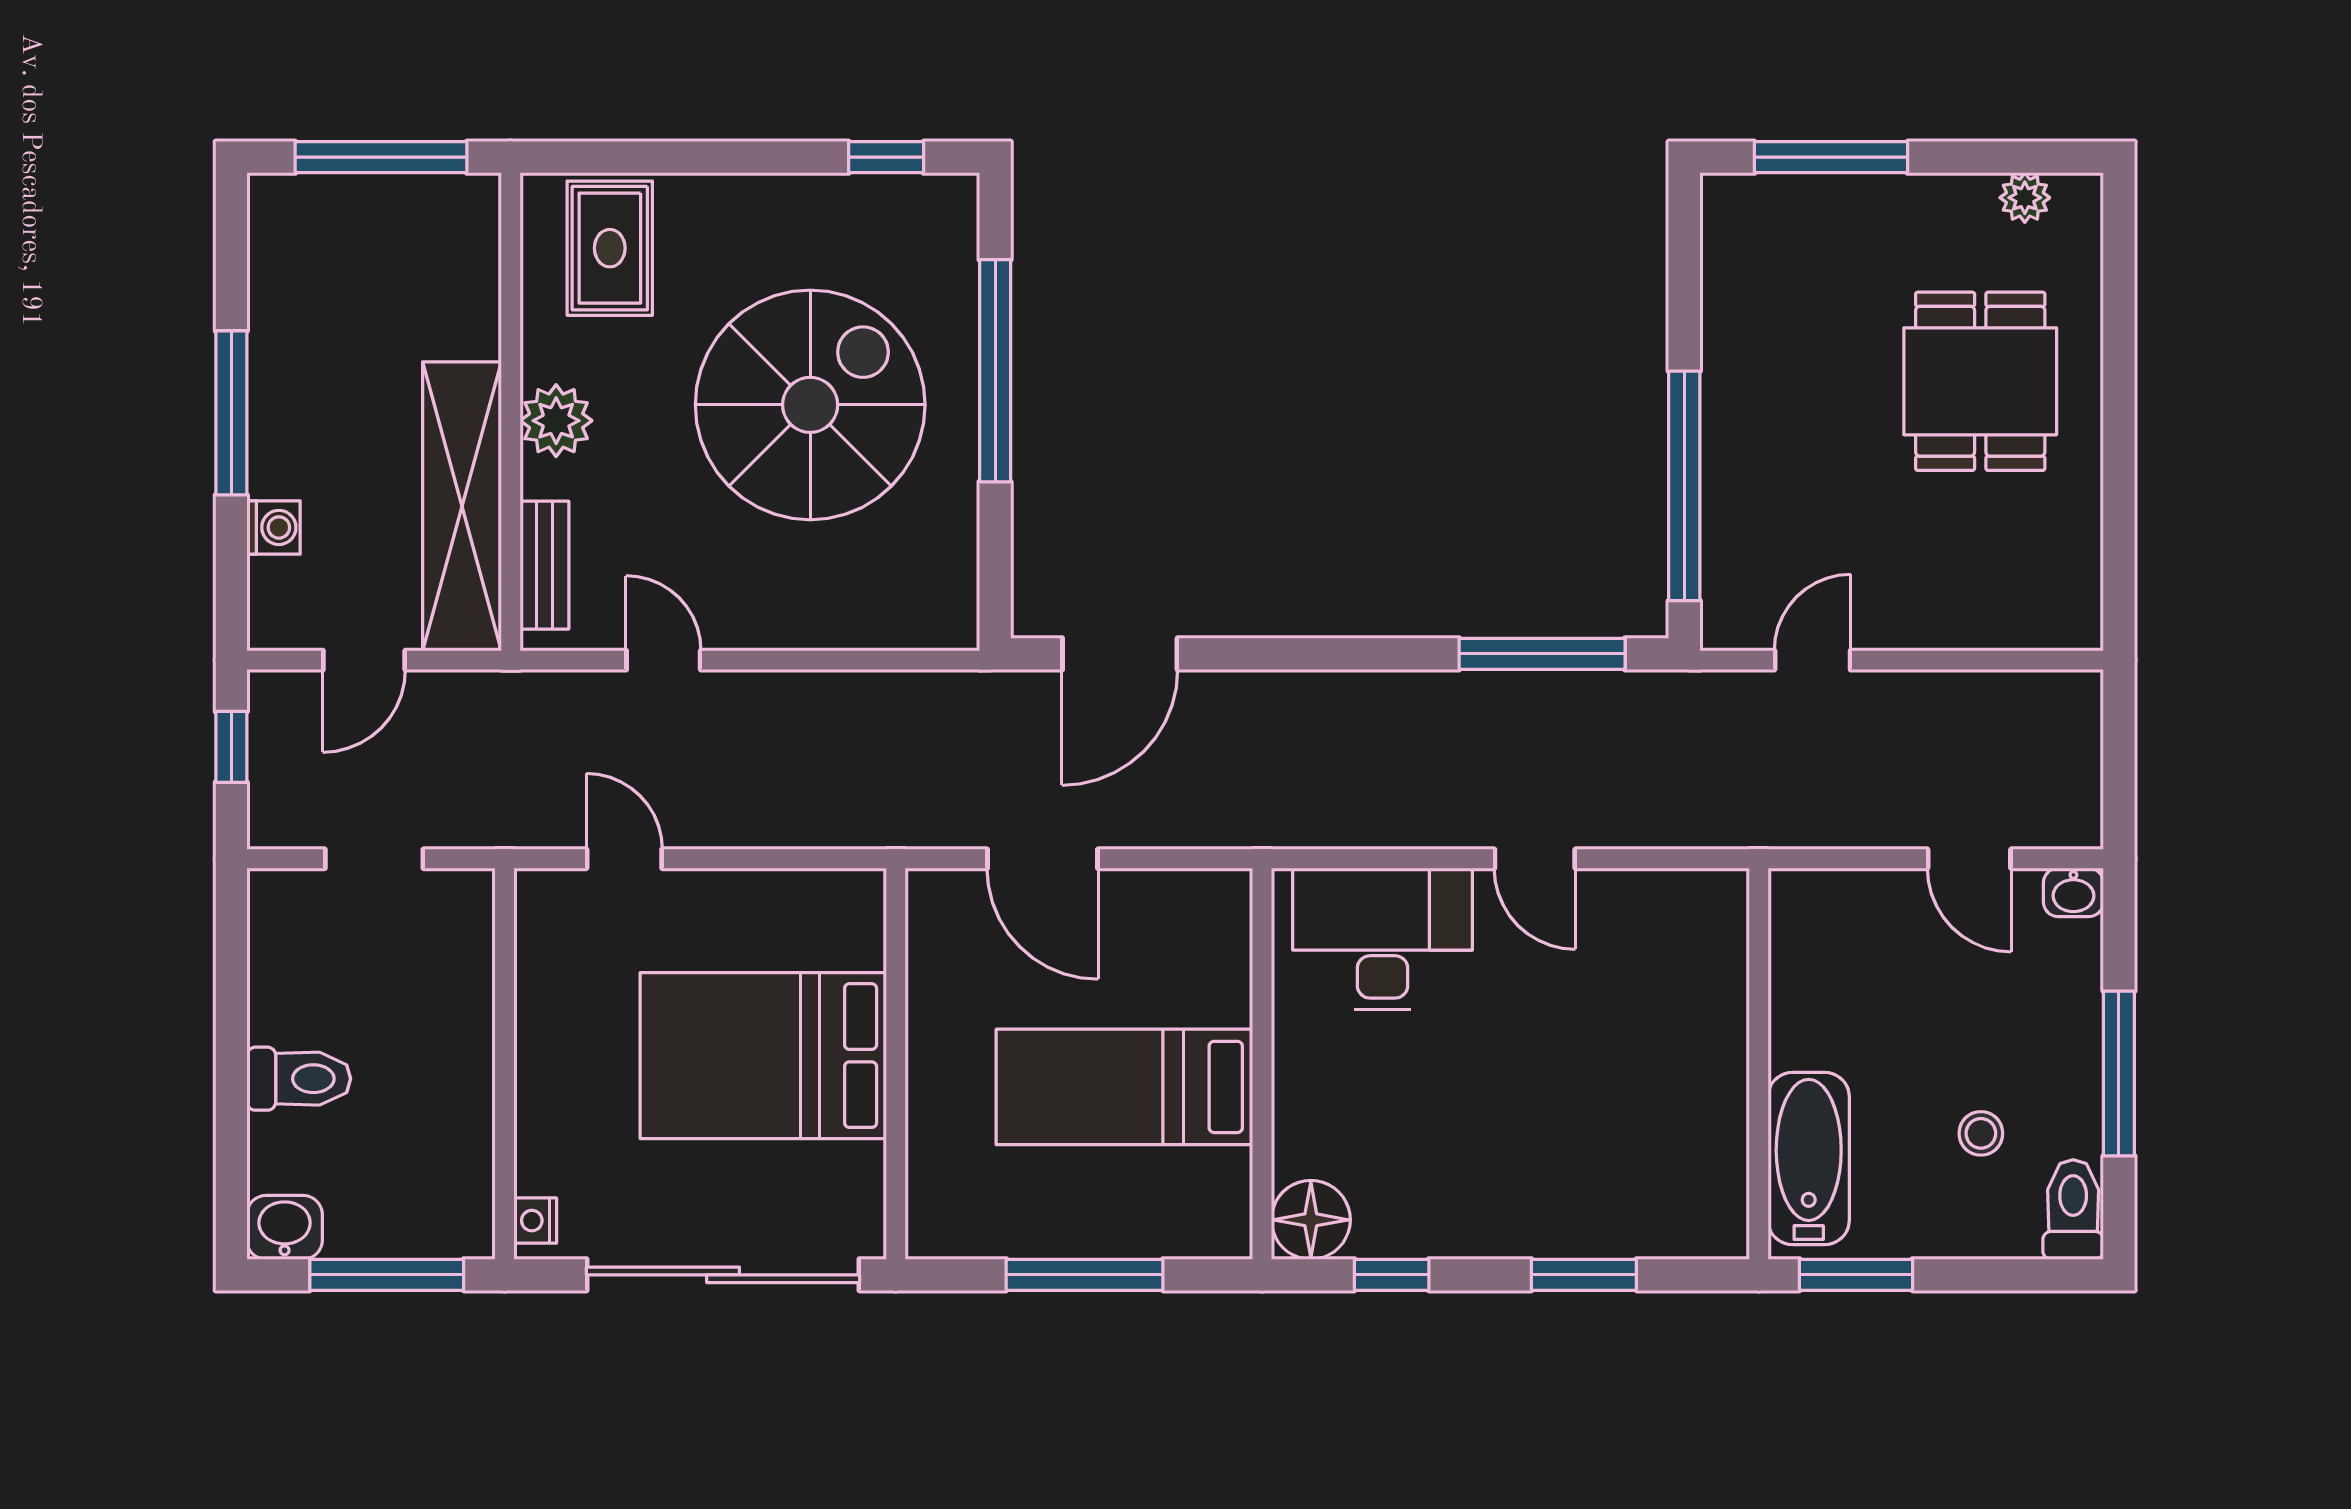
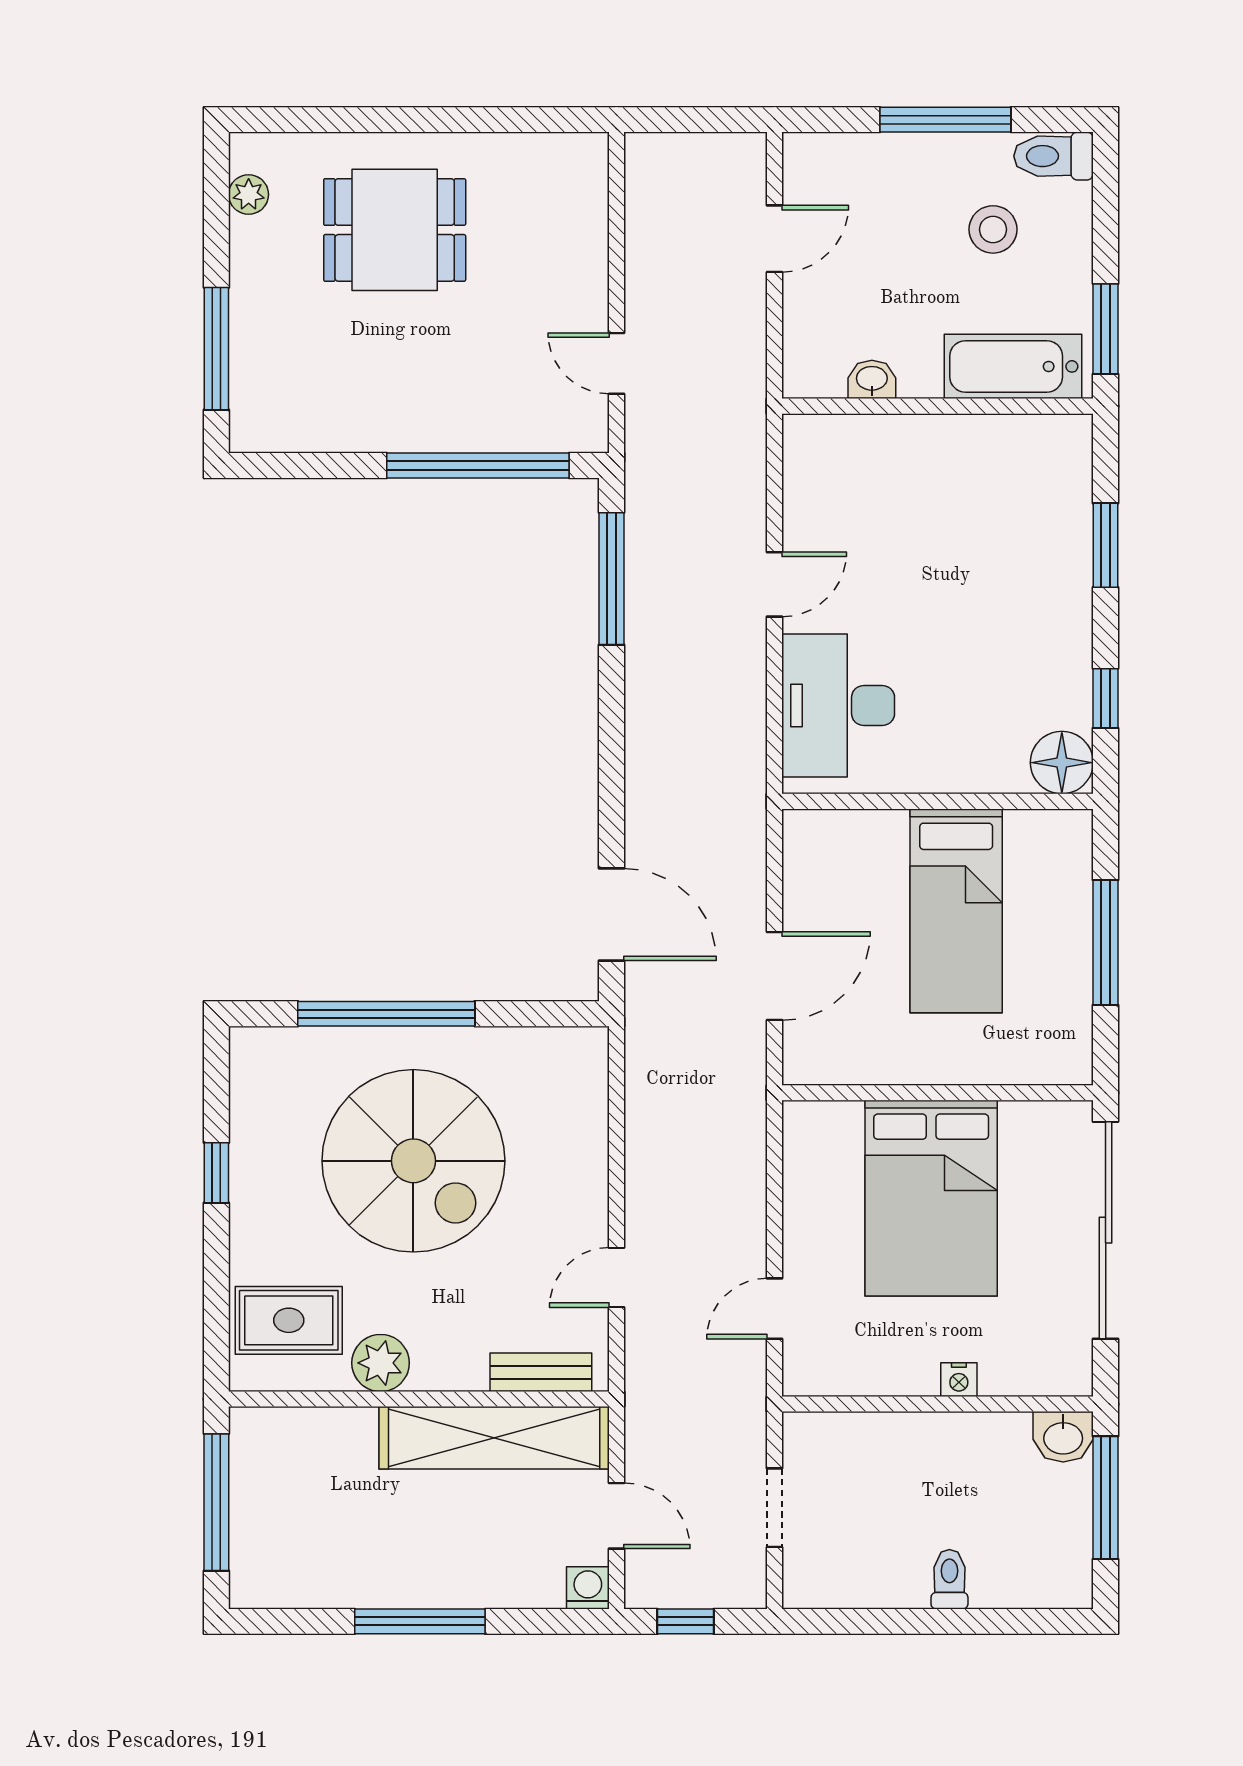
window: (886, 157) -> (216, 1173), moved
spiral stairs: (810, 405) -> (413, 1161), turned 180
plant: (556, 421) -> (381, 1363), moved
washing machine: (274, 527) -> (588, 1588), moved
washbasin: (2073, 892) -> (872, 379), moved, turned -90
toilet: (299, 1079) -> (949, 1579), width x0.73, depth x0.72
stool: (1981, 1133) -> (993, 229), width x1.37, depth x1.37
nightstand: (535, 1221) -> (959, 1380), moved
washbasin: (285, 1227) -> (1063, 1437), moved, turned -90

